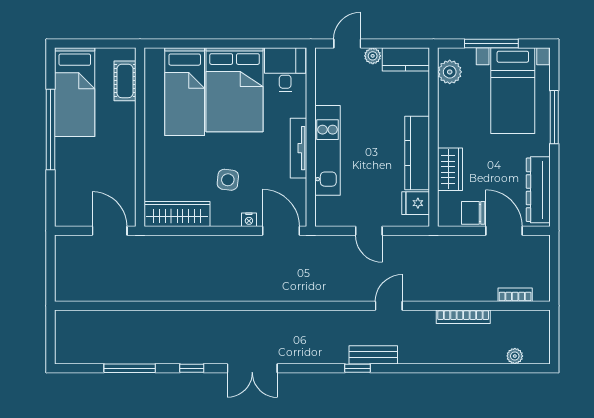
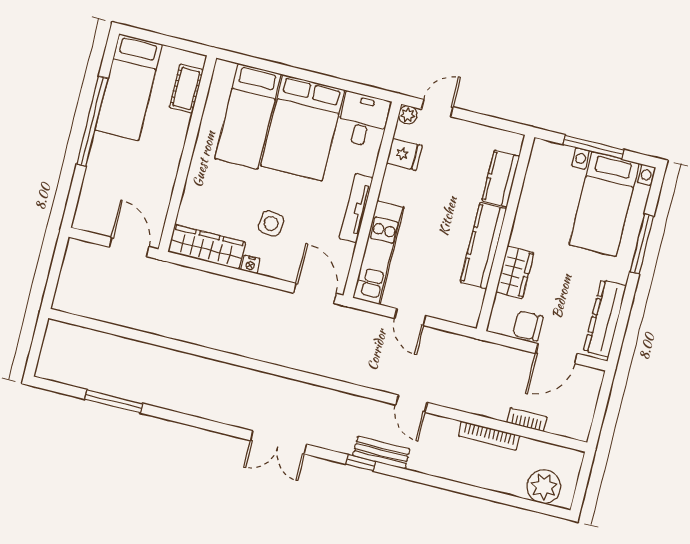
plant: (373, 56) -> (408, 115), moved
kitchen counter: (406, 59) -> (501, 179), moved, turned 90
plant: (450, 72) -> (541, 167), removed
kitchen unit: (328, 150) -> (379, 253), moved
fridge: (416, 203) -> (404, 154), moved, turned 180
nightstand: (249, 220) -> (250, 264), moved
door: (504, 231) -> (557, 354), swing flipped
bookcase: (515, 295) -> (527, 420), moved
door: (389, 306) -> (412, 404), swing flipped
plant: (515, 356) -> (544, 487), width x1.88, depth x1.88
window: (192, 368) -> (181, 418), removed
double door: (252, 368) -> (279, 442), moved

